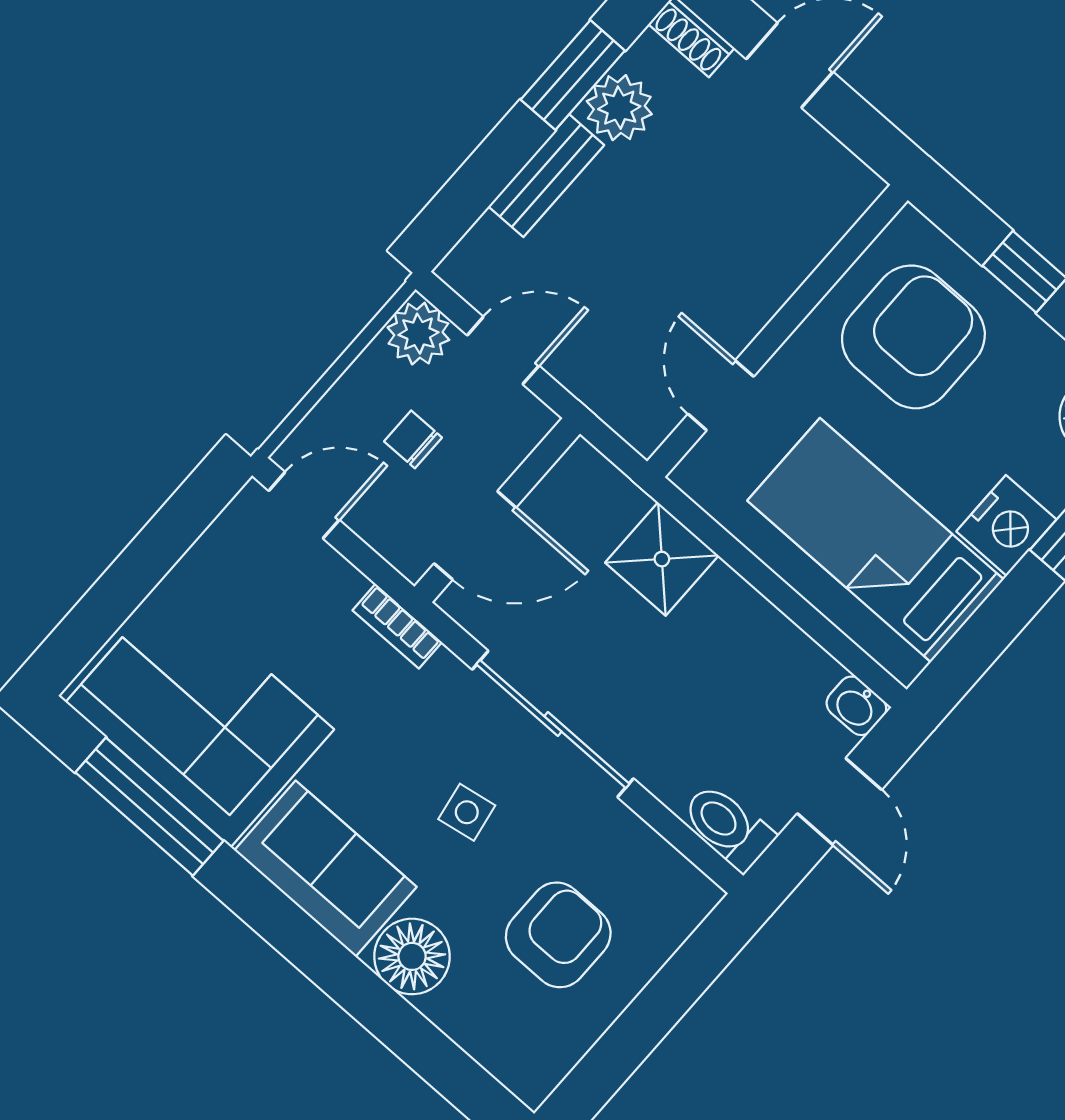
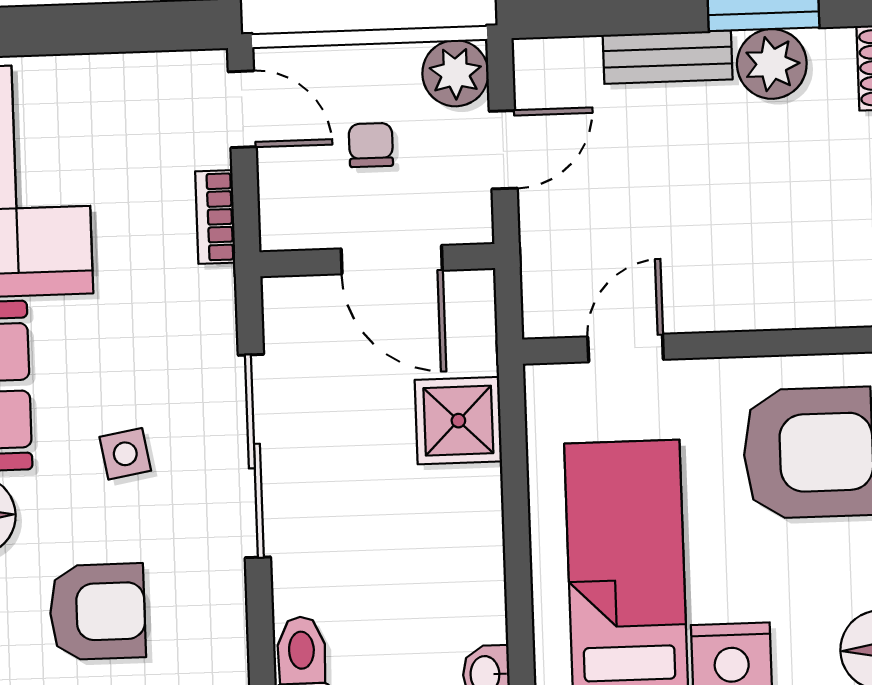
door: (503, 350) -> (503, 150), hinge flipped
door: (475, 535) -> (392, 260), moved
bookcase: (397, 626) -> (215, 217), moved

